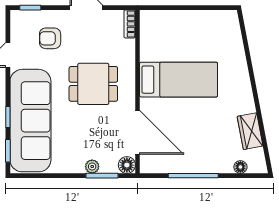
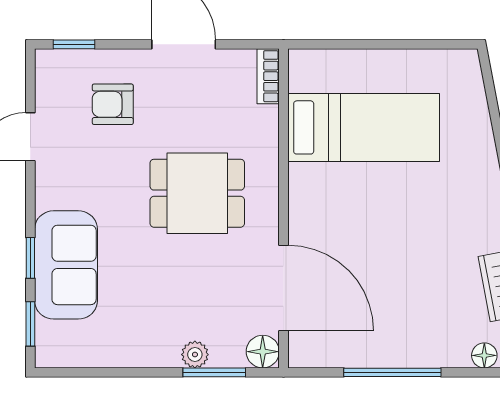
bed: (179, 80) -> (364, 127), moved
sofa: (30, 121) -> (66, 265), width x0.54, depth x0.79

